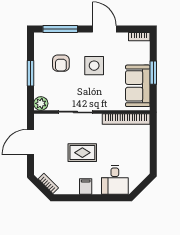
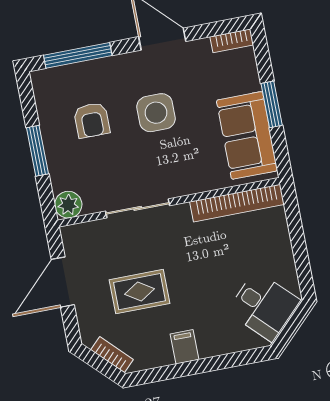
rug: (82, 153) -> (139, 292), moved
desk: (115, 180) -> (264, 306), moved, turned -45

